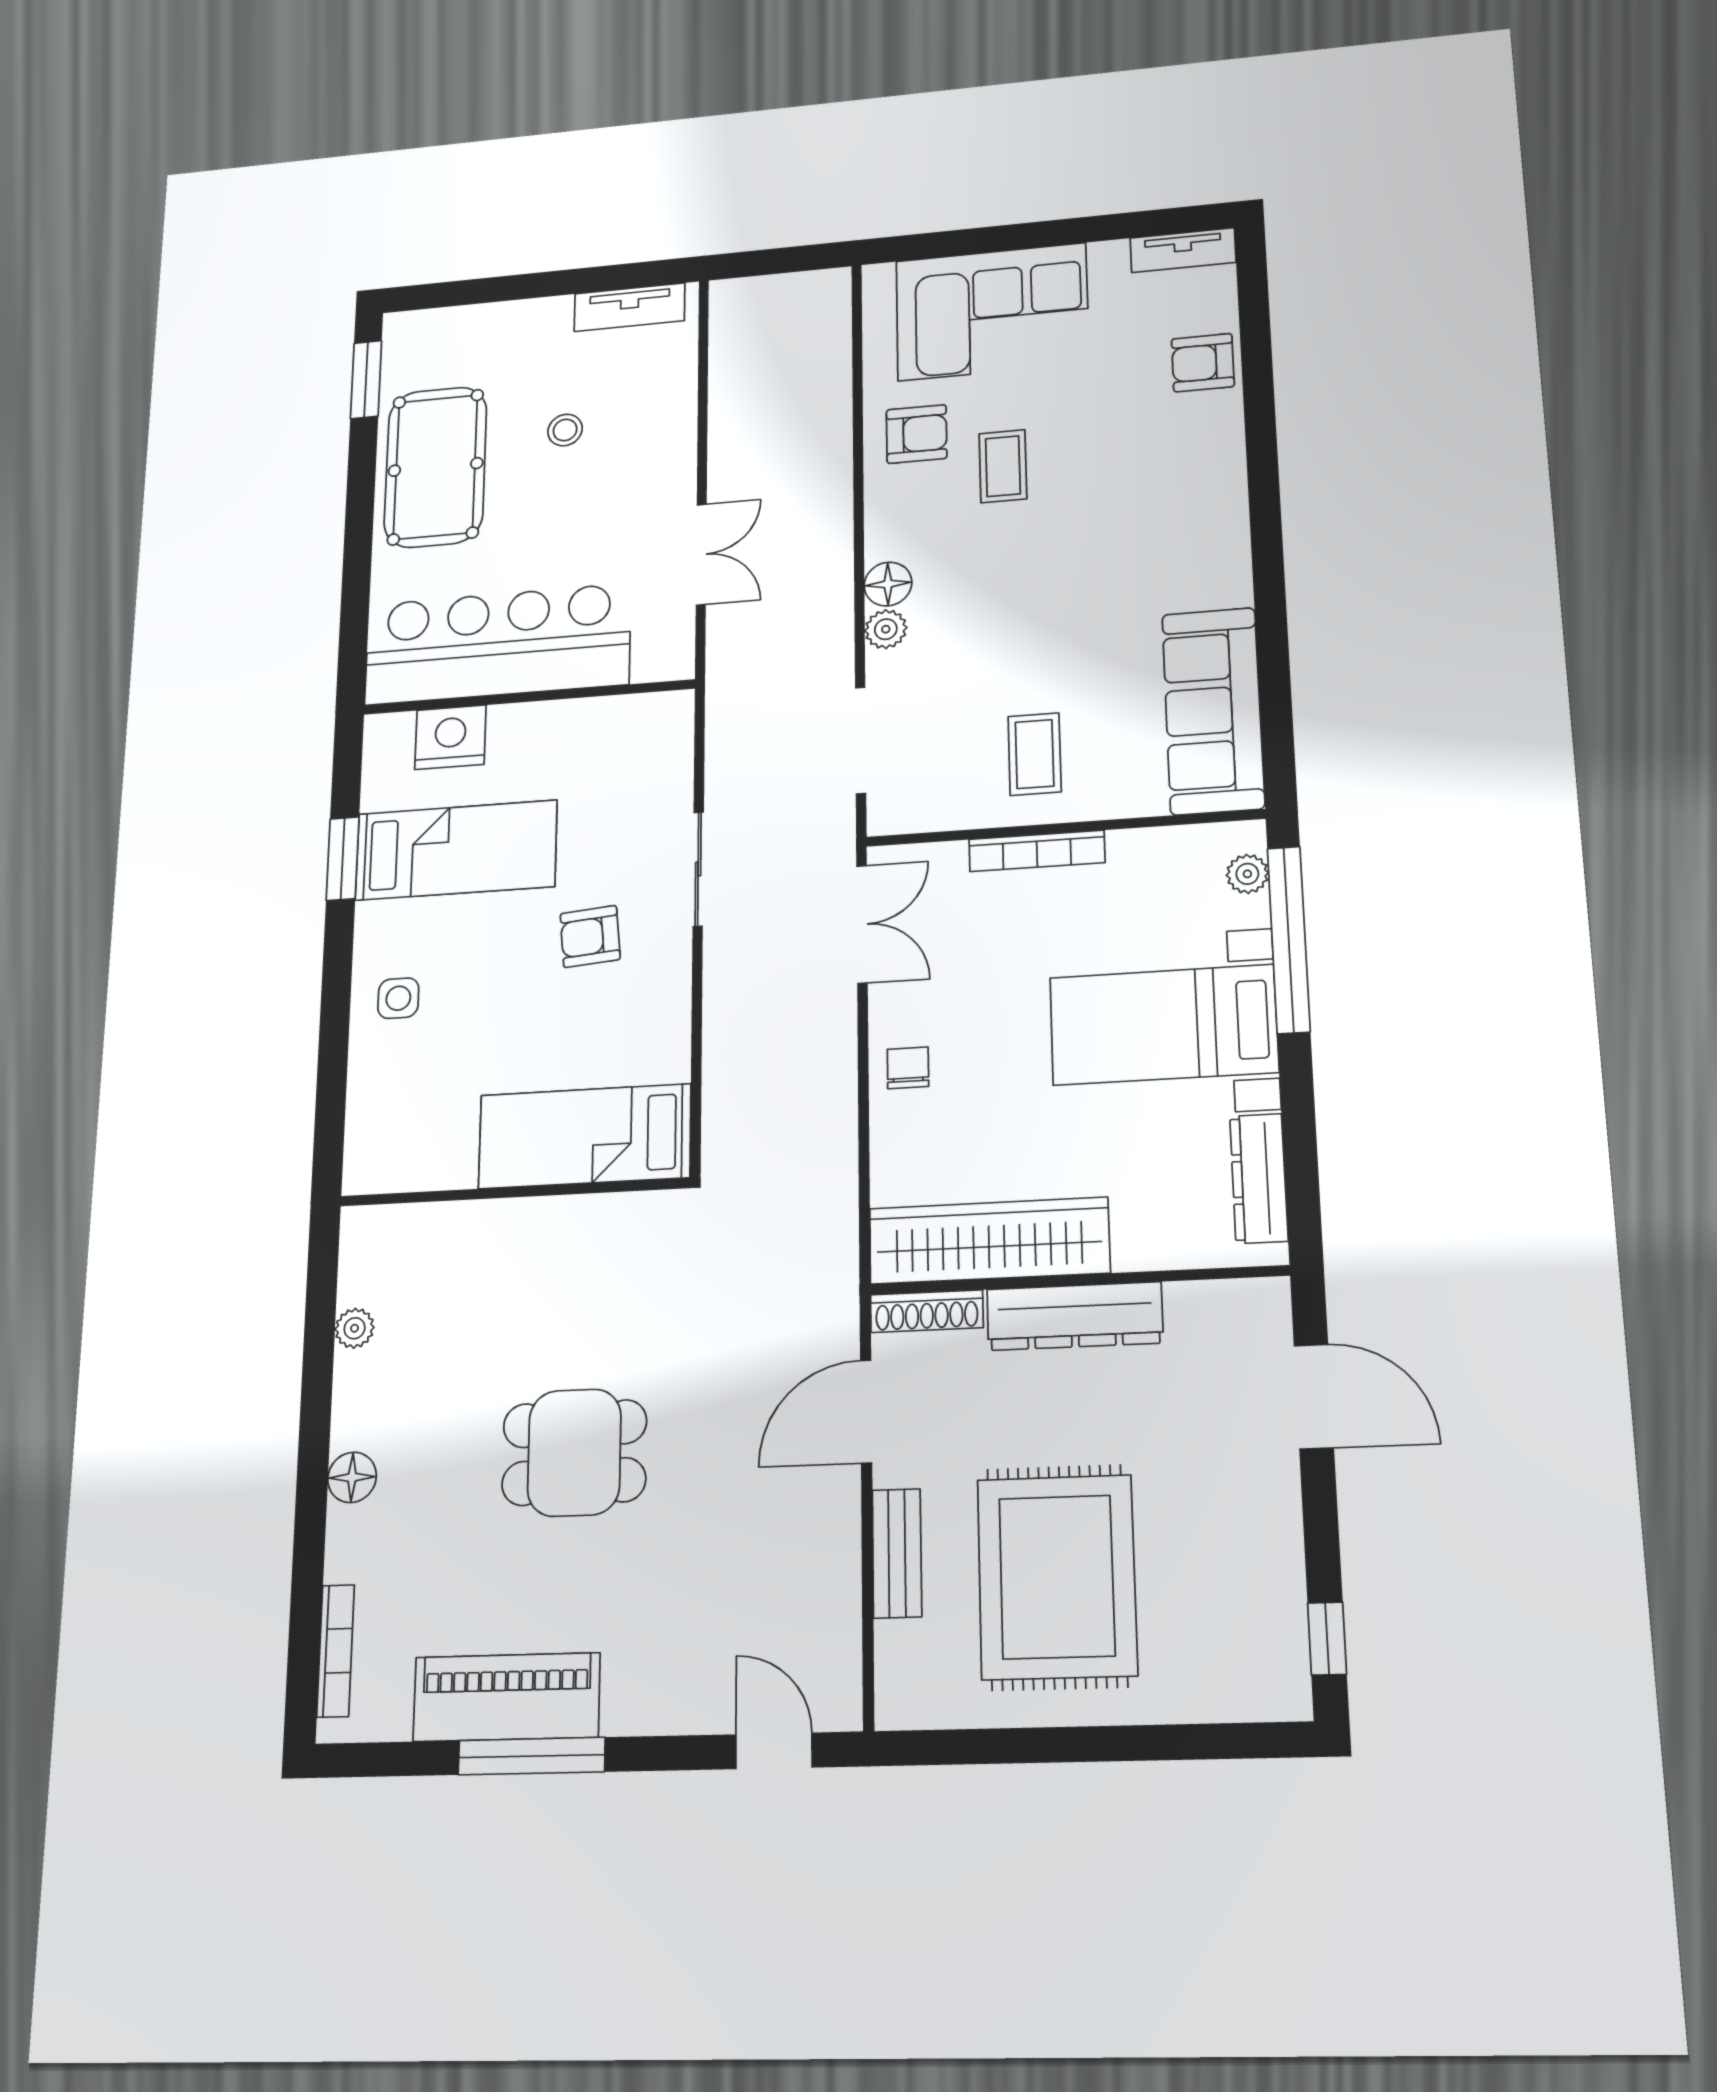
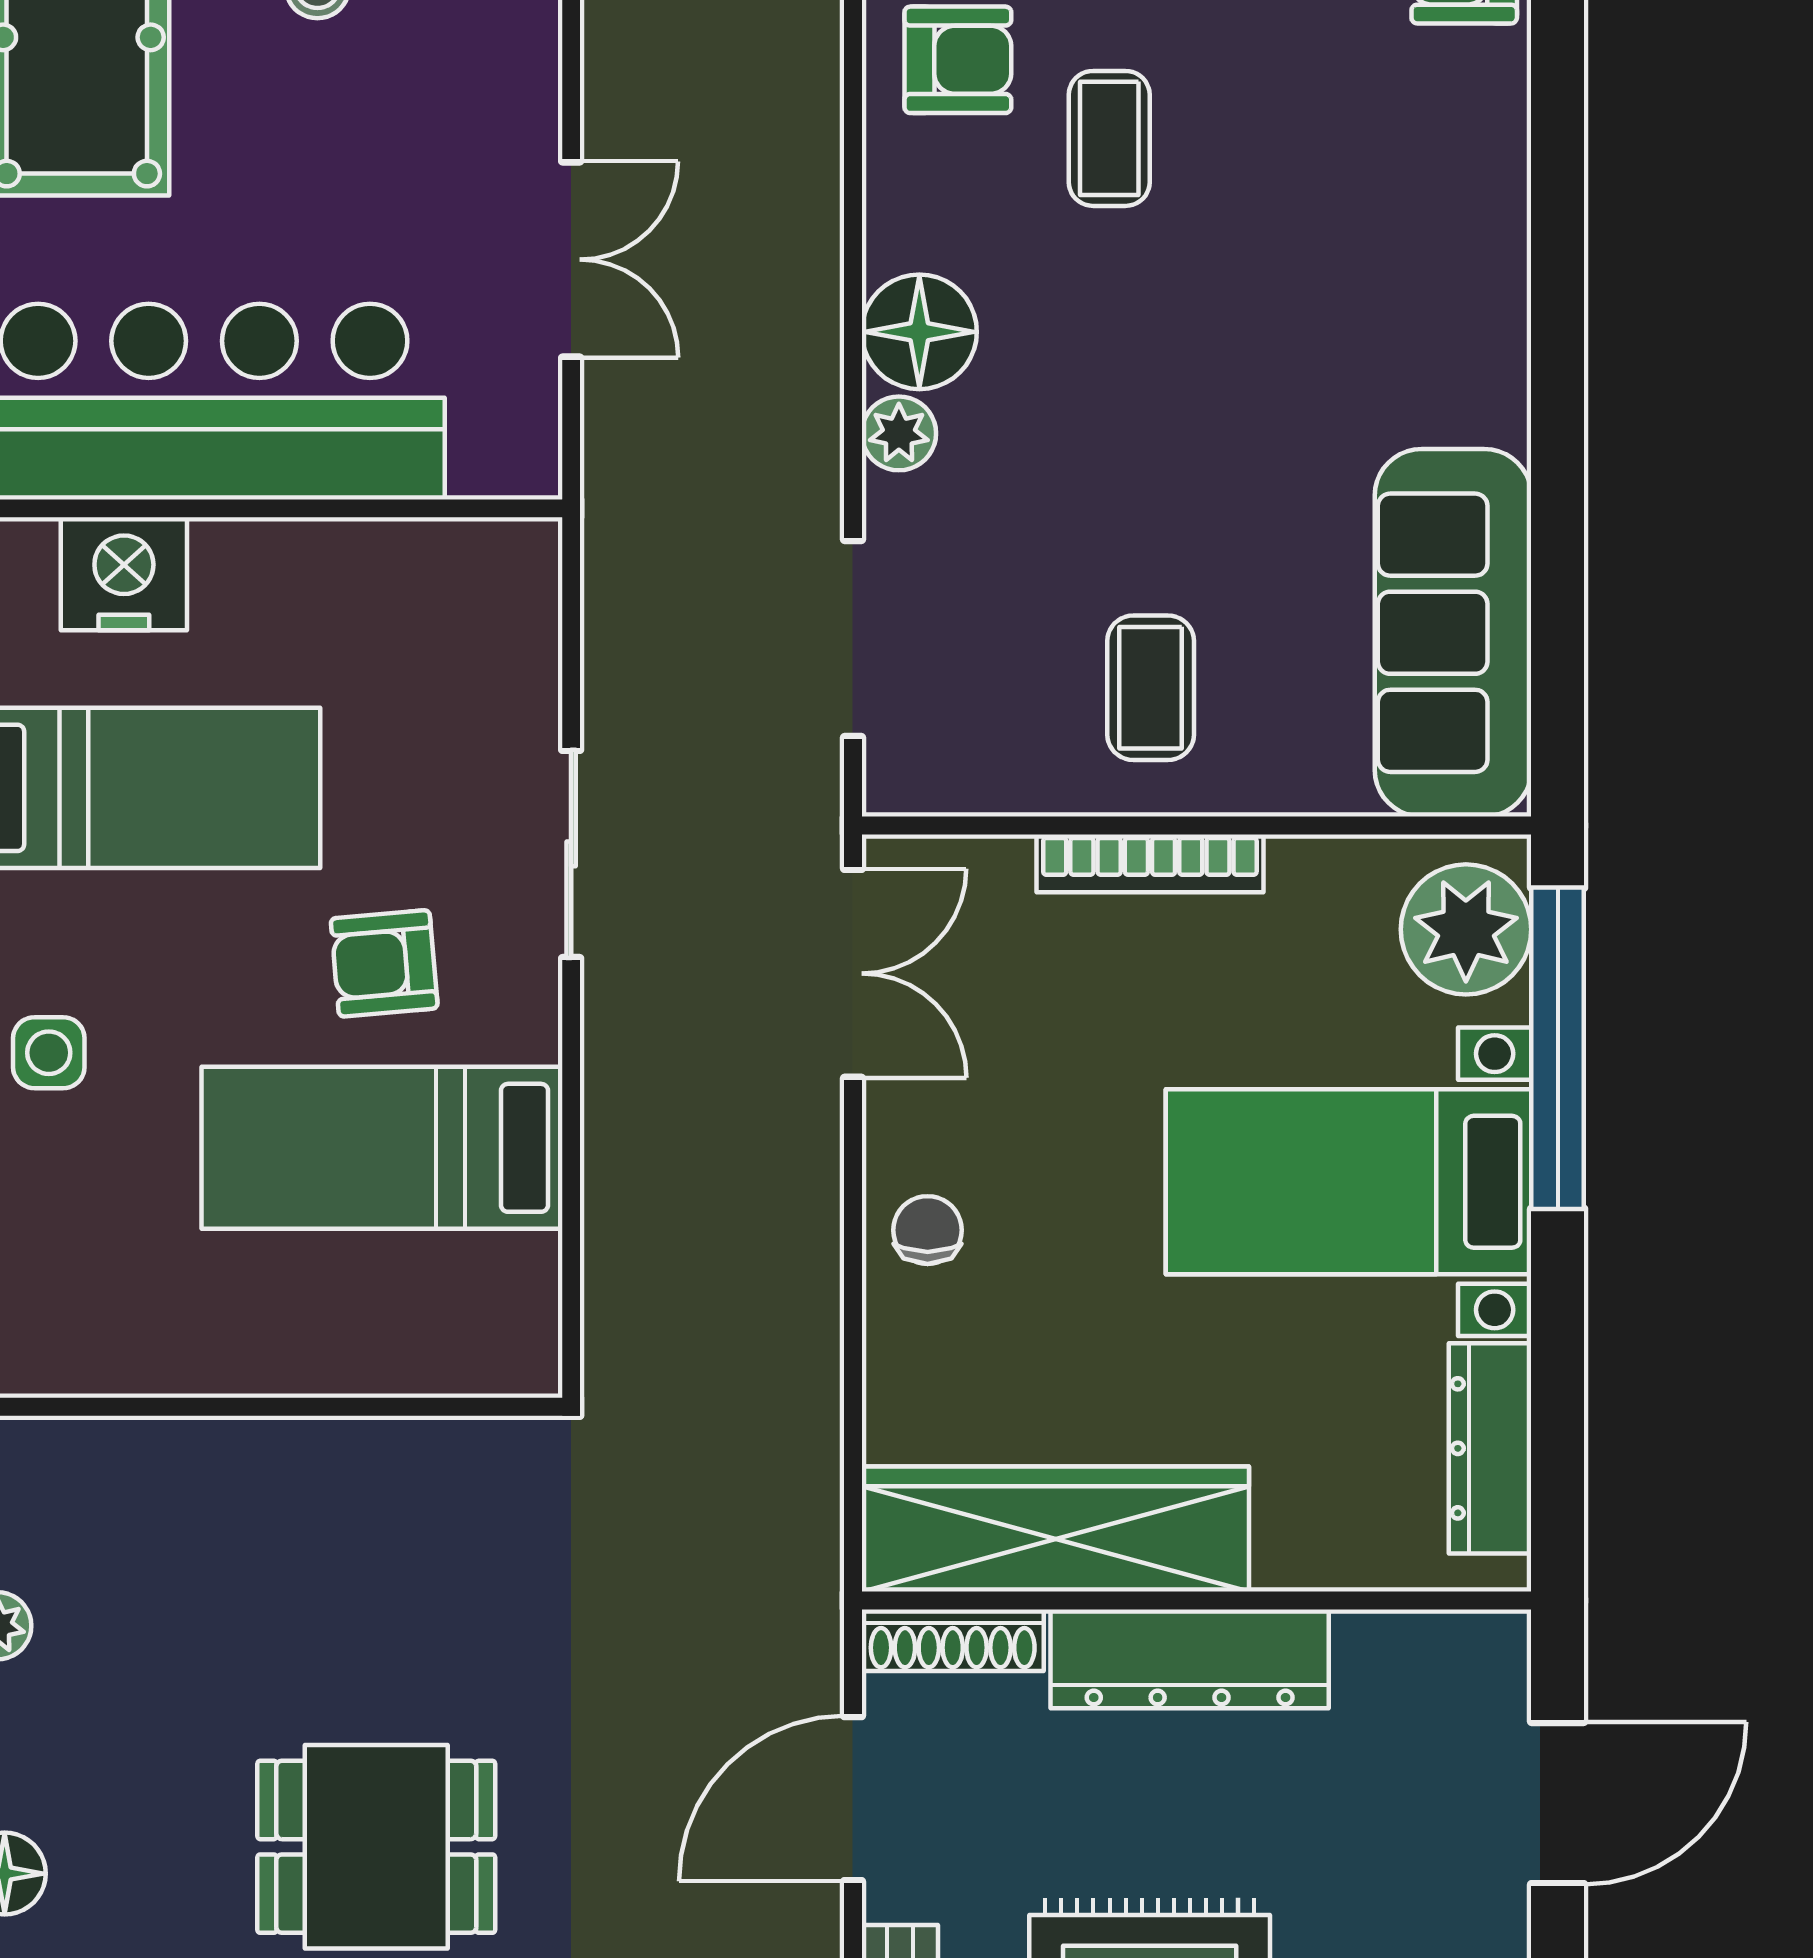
floor lamp: (888, 584) -> (919, 332), width x1.38, depth x1.38
plant: (1247, 874) -> (1466, 929), width x1.88, depth x1.88
bed: (585, 1136) -> (382, 1148), moved
door: (1314, 1397) -> (1558, 1803), hinge flipped

